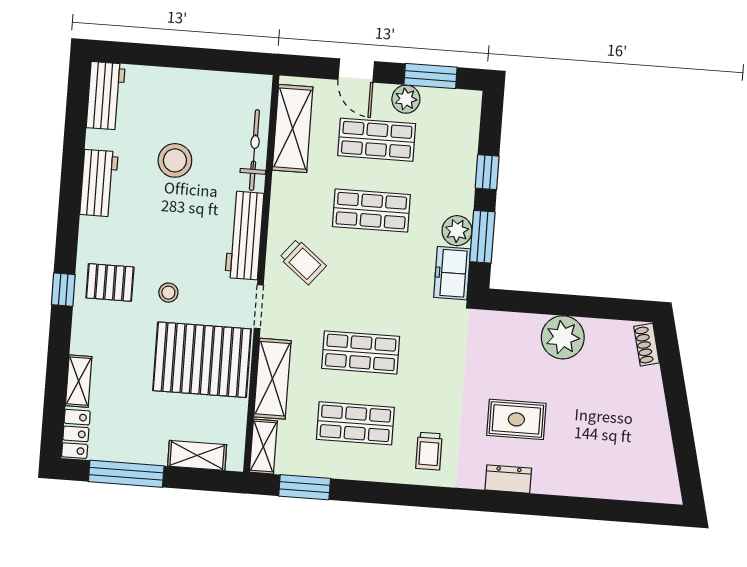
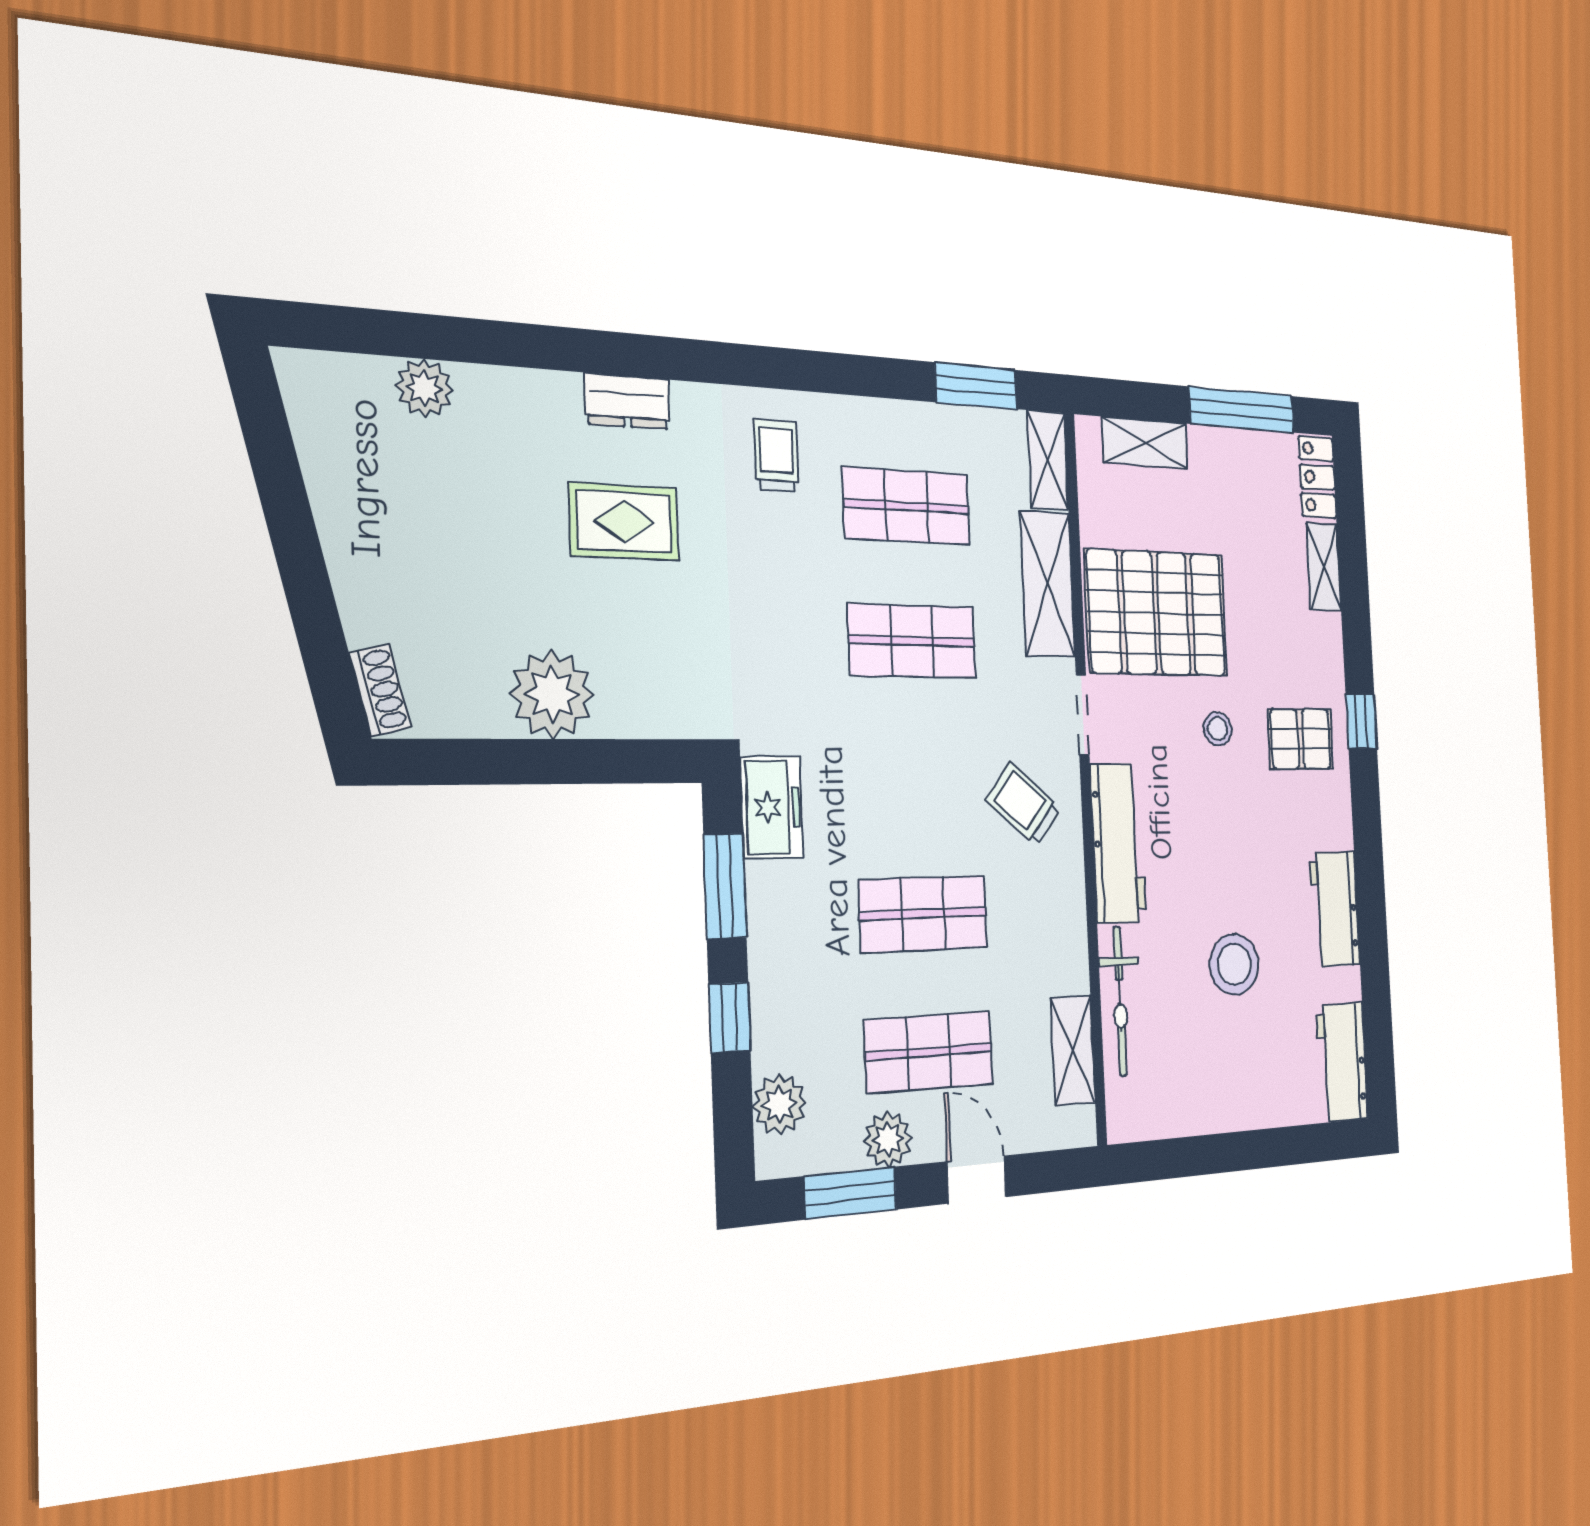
shelving: (293, 129) -> (1073, 1050), width x0.67, depth x0.75
plant: (457, 231) -> (780, 1104), moved
plant: (611, 485) -> (424, 388), added

